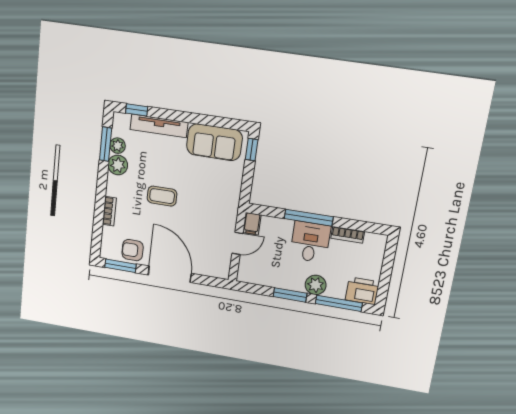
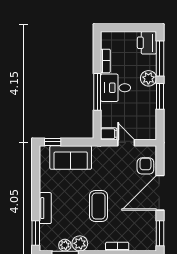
window: (137, 110) -> (36, 233), width x1.50
tv unit: (159, 126) -> (45, 208), width x0.71
sofa: (214, 142) -> (71, 157), moved, turned 90
coffee table: (162, 196) -> (99, 206), width x1.36, depth x1.30
armchair: (133, 250) -> (145, 166), moved, turned 180

